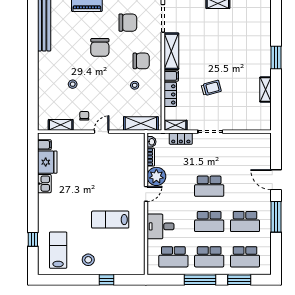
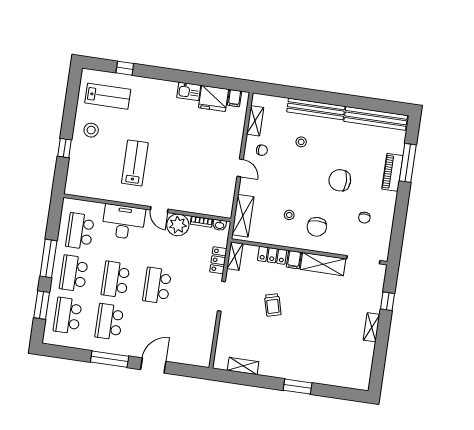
chair: (128, 23) -> (364, 218), width x0.54, depth x0.54
bench: (44, 76) -> (316, 109), added
shelving: (266, 90) -> (243, 366), moved
desk: (161, 226) -> (124, 222), width x1.37

